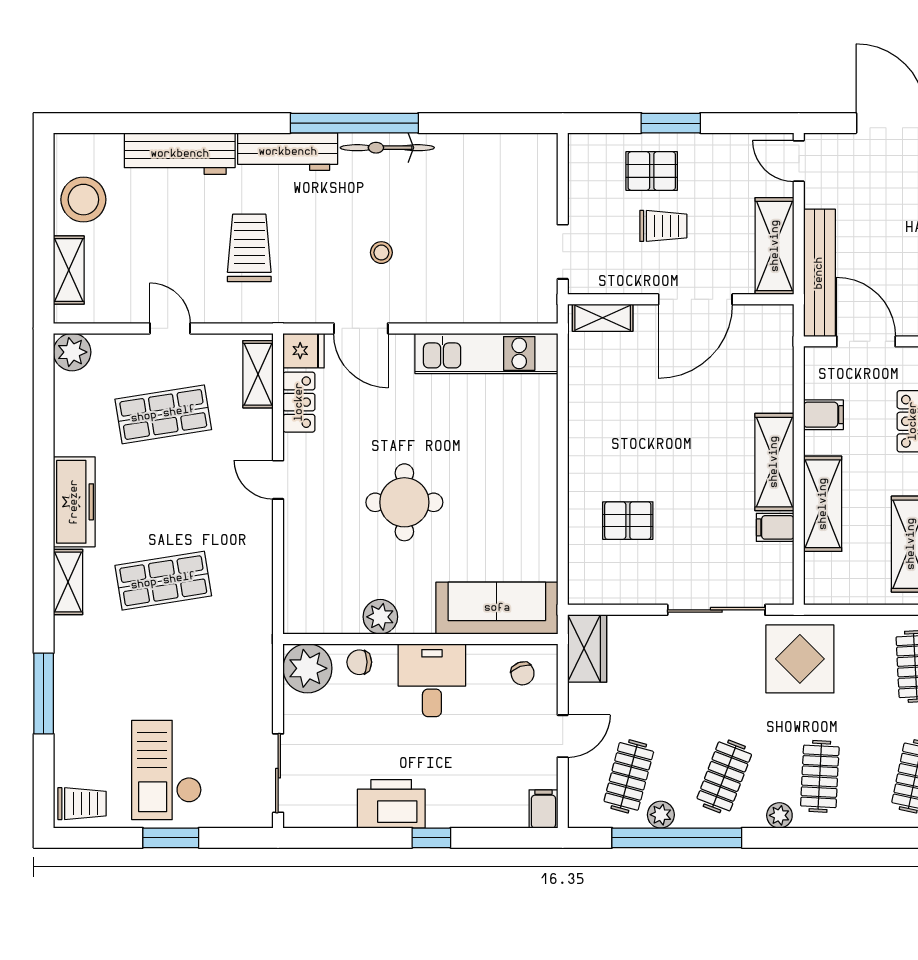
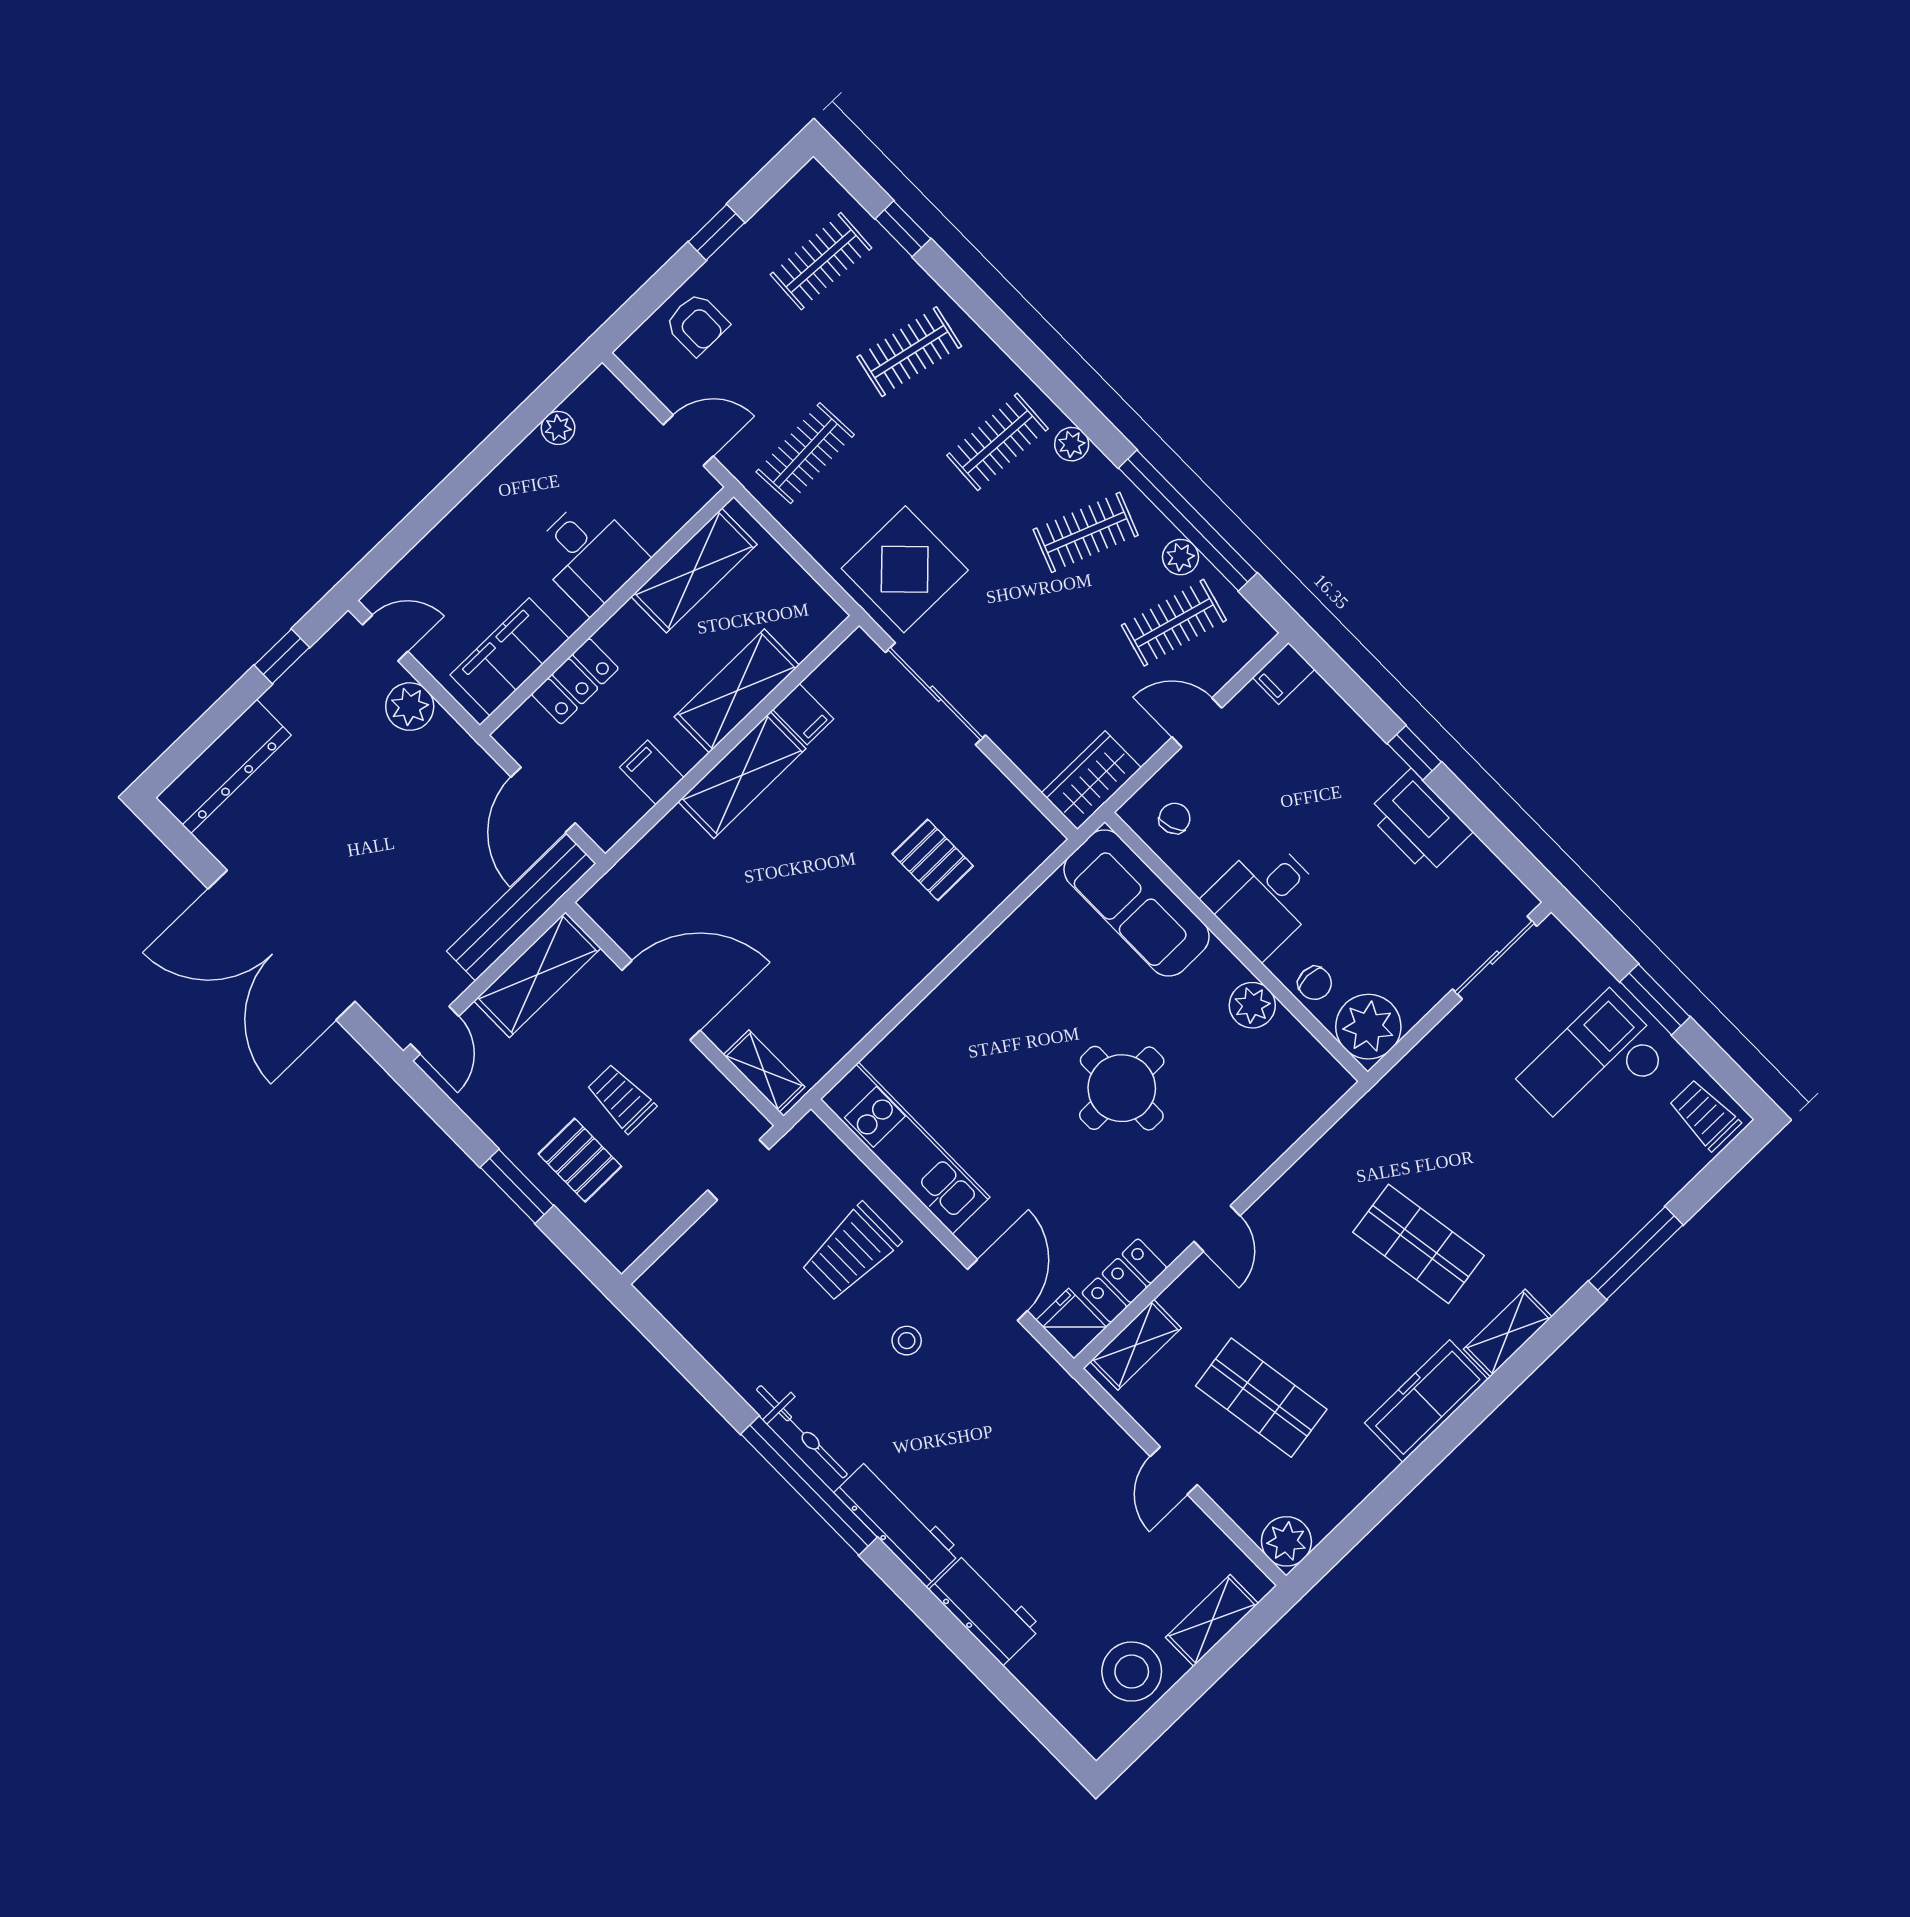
workbench: (180, 154) -> (985, 1609), width x0.73
trolley: (249, 248) -> (851, 1252), moved
checkout: (167, 770) -> (1595, 1066), turned 180

